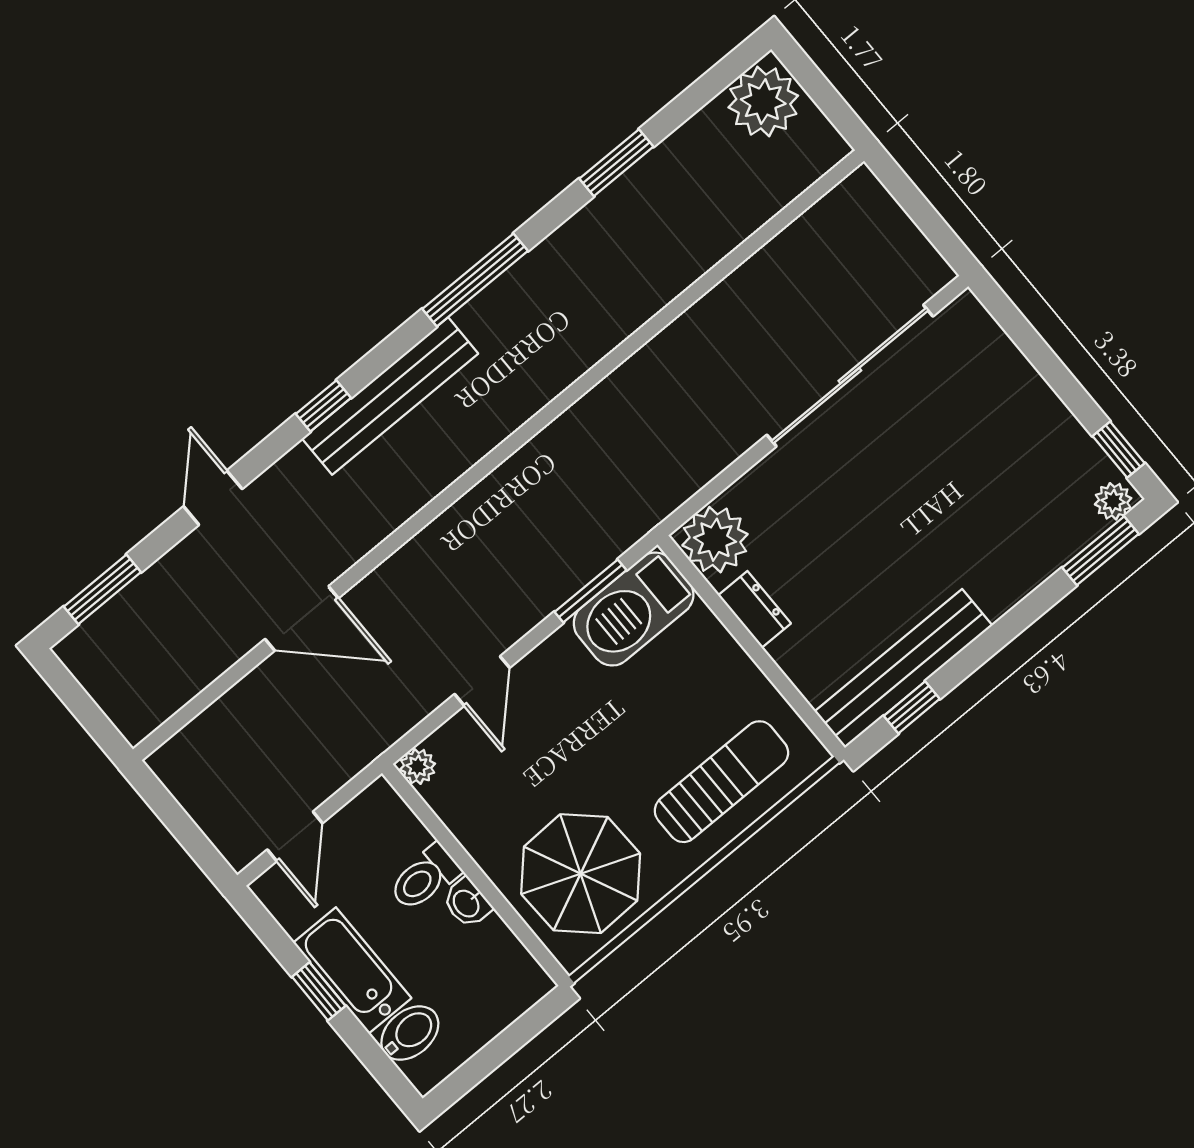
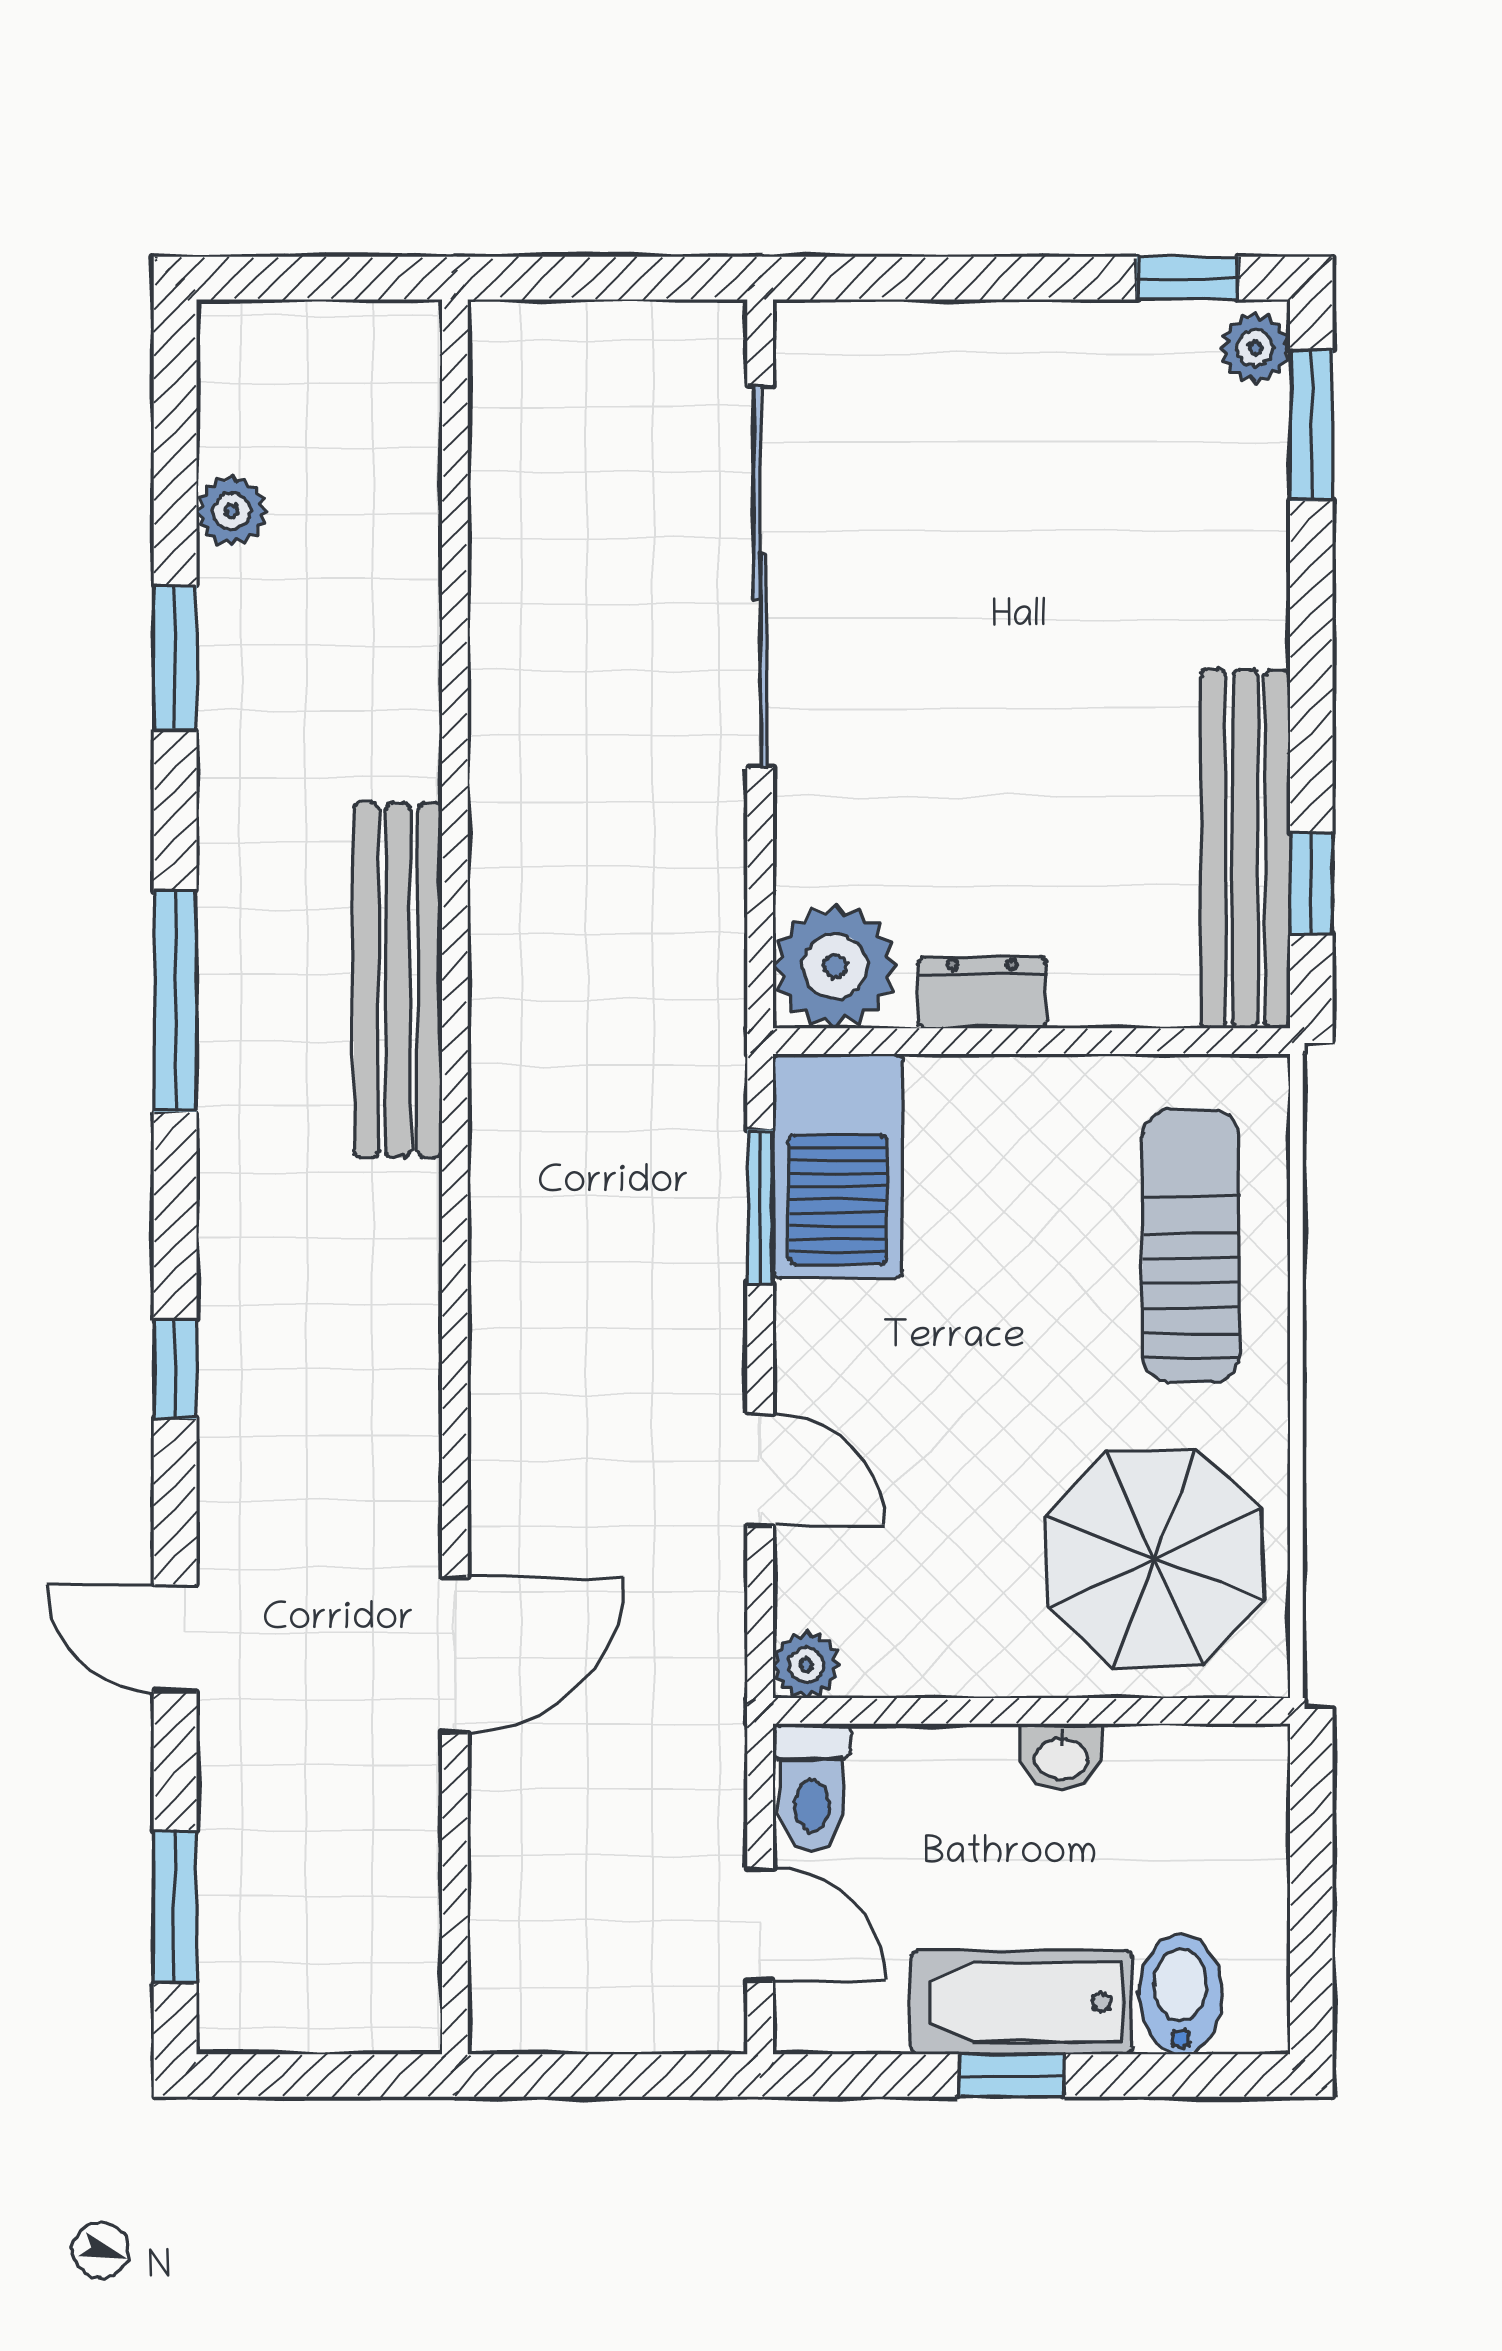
plant: (763, 102) -> (232, 511), moved, width x0.53, depth x0.53
bench: (390, 396) -> (398, 980), moved
toilet: (425, 878) -> (812, 1787), moved

